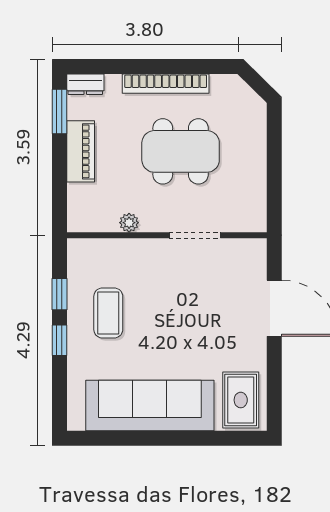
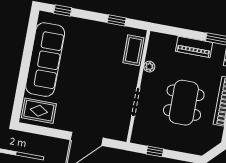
window: (274, 186) -> (155, 151), added
coffee table: (108, 313) -> (133, 50), moved, turned 90
window: (59, 340) -> (63, 11), moved

